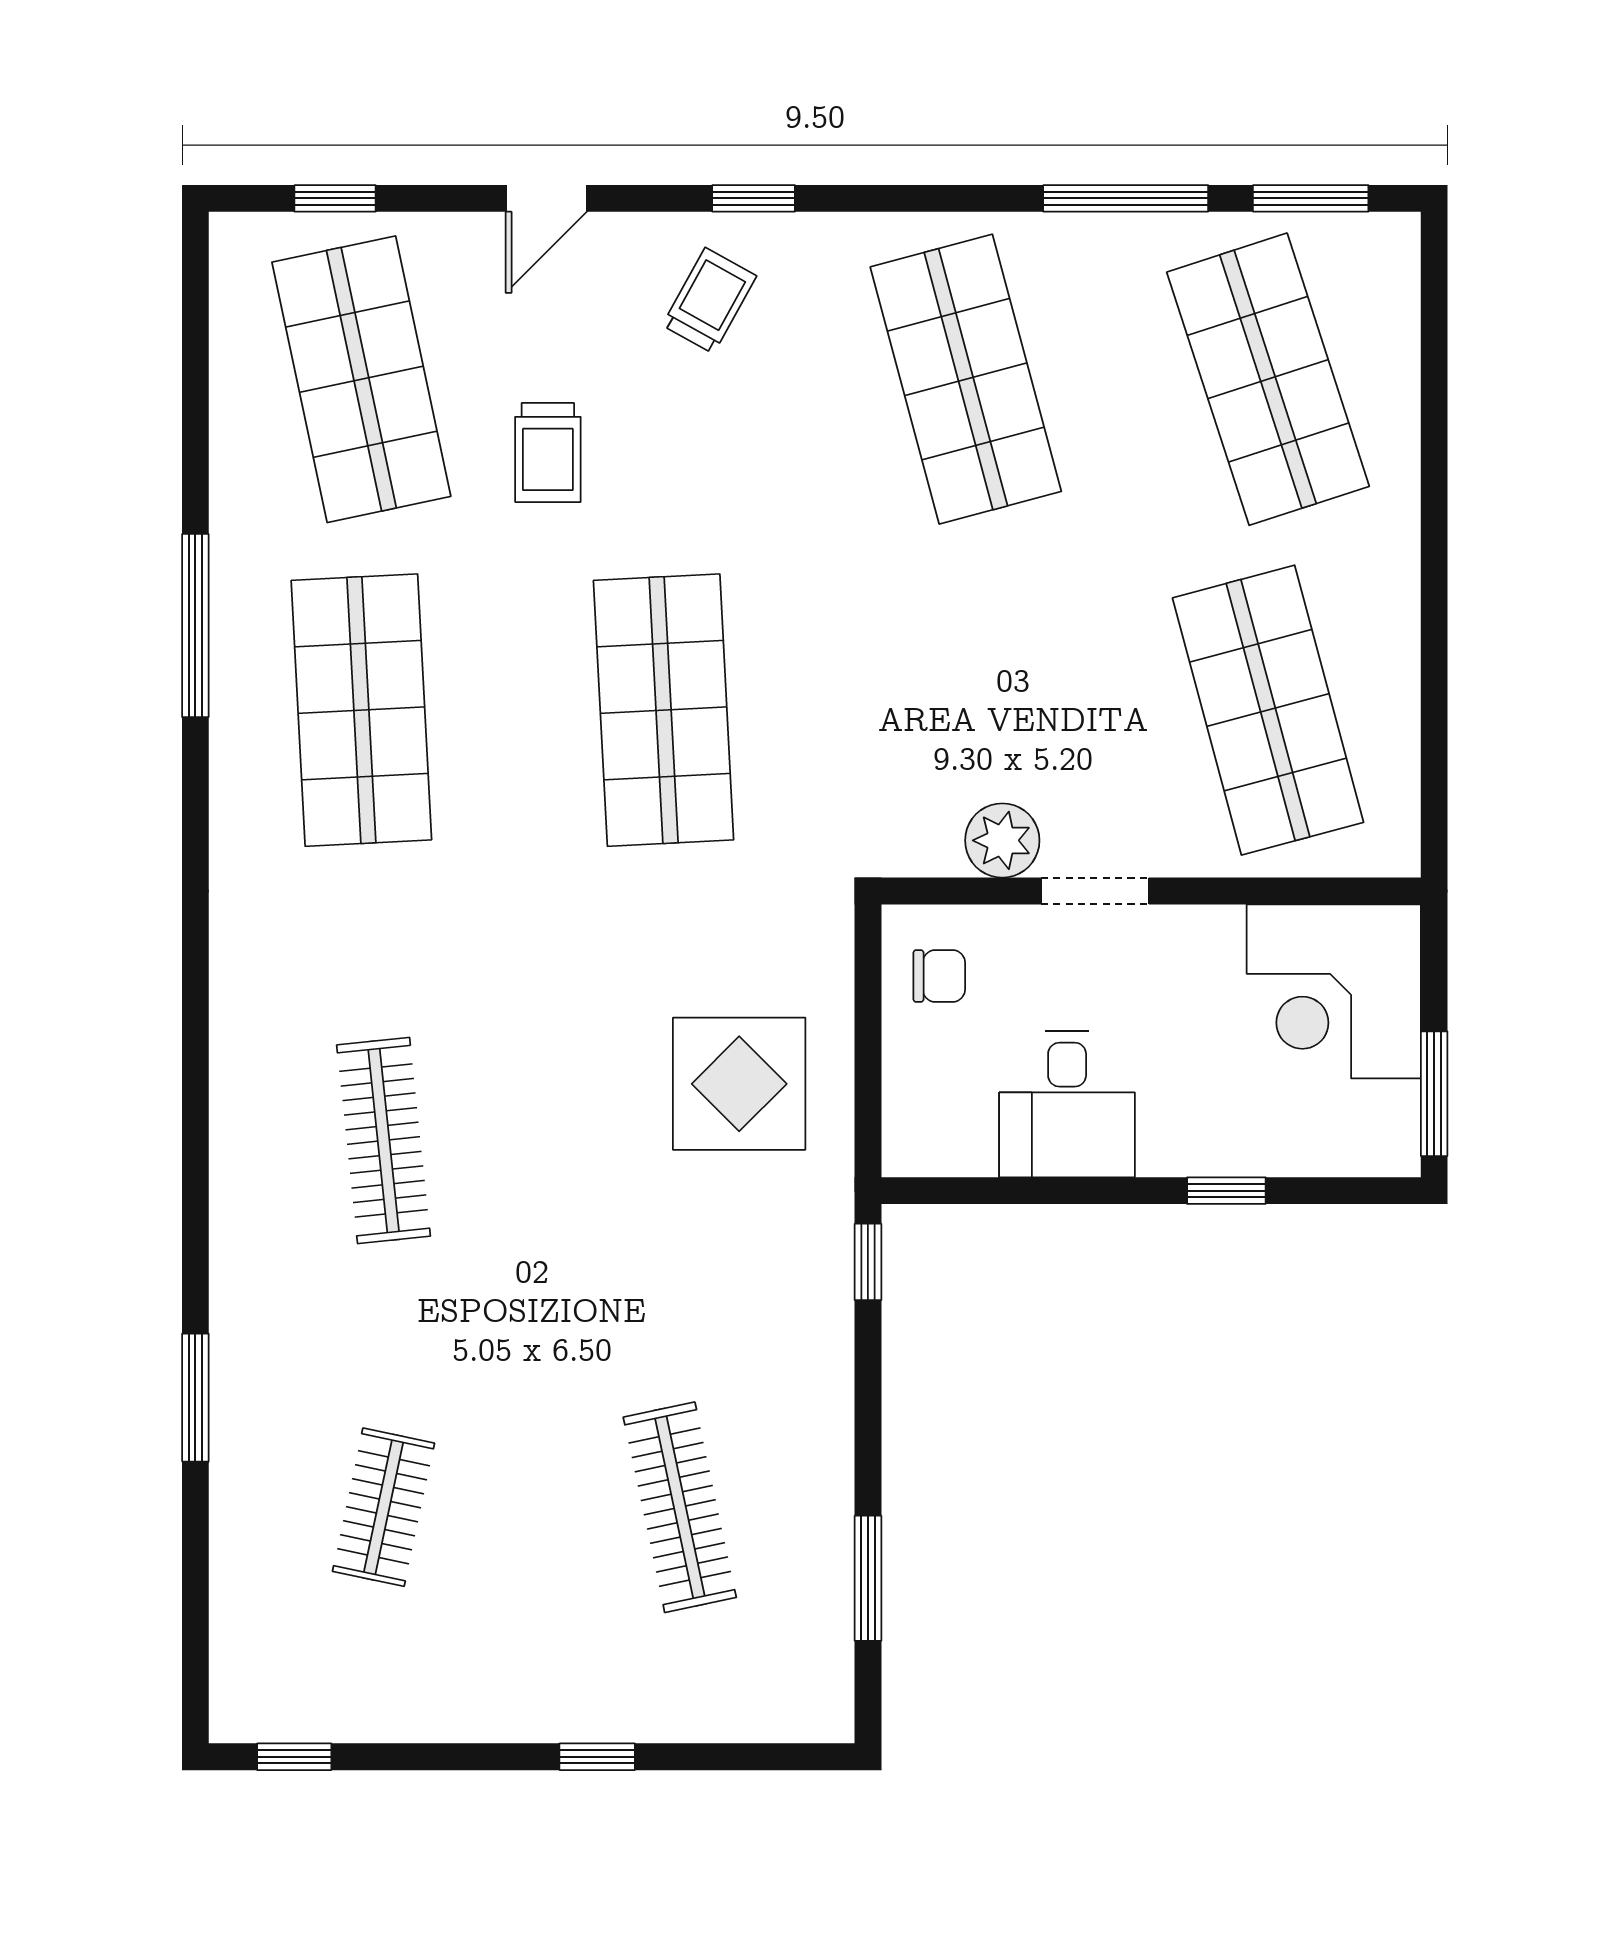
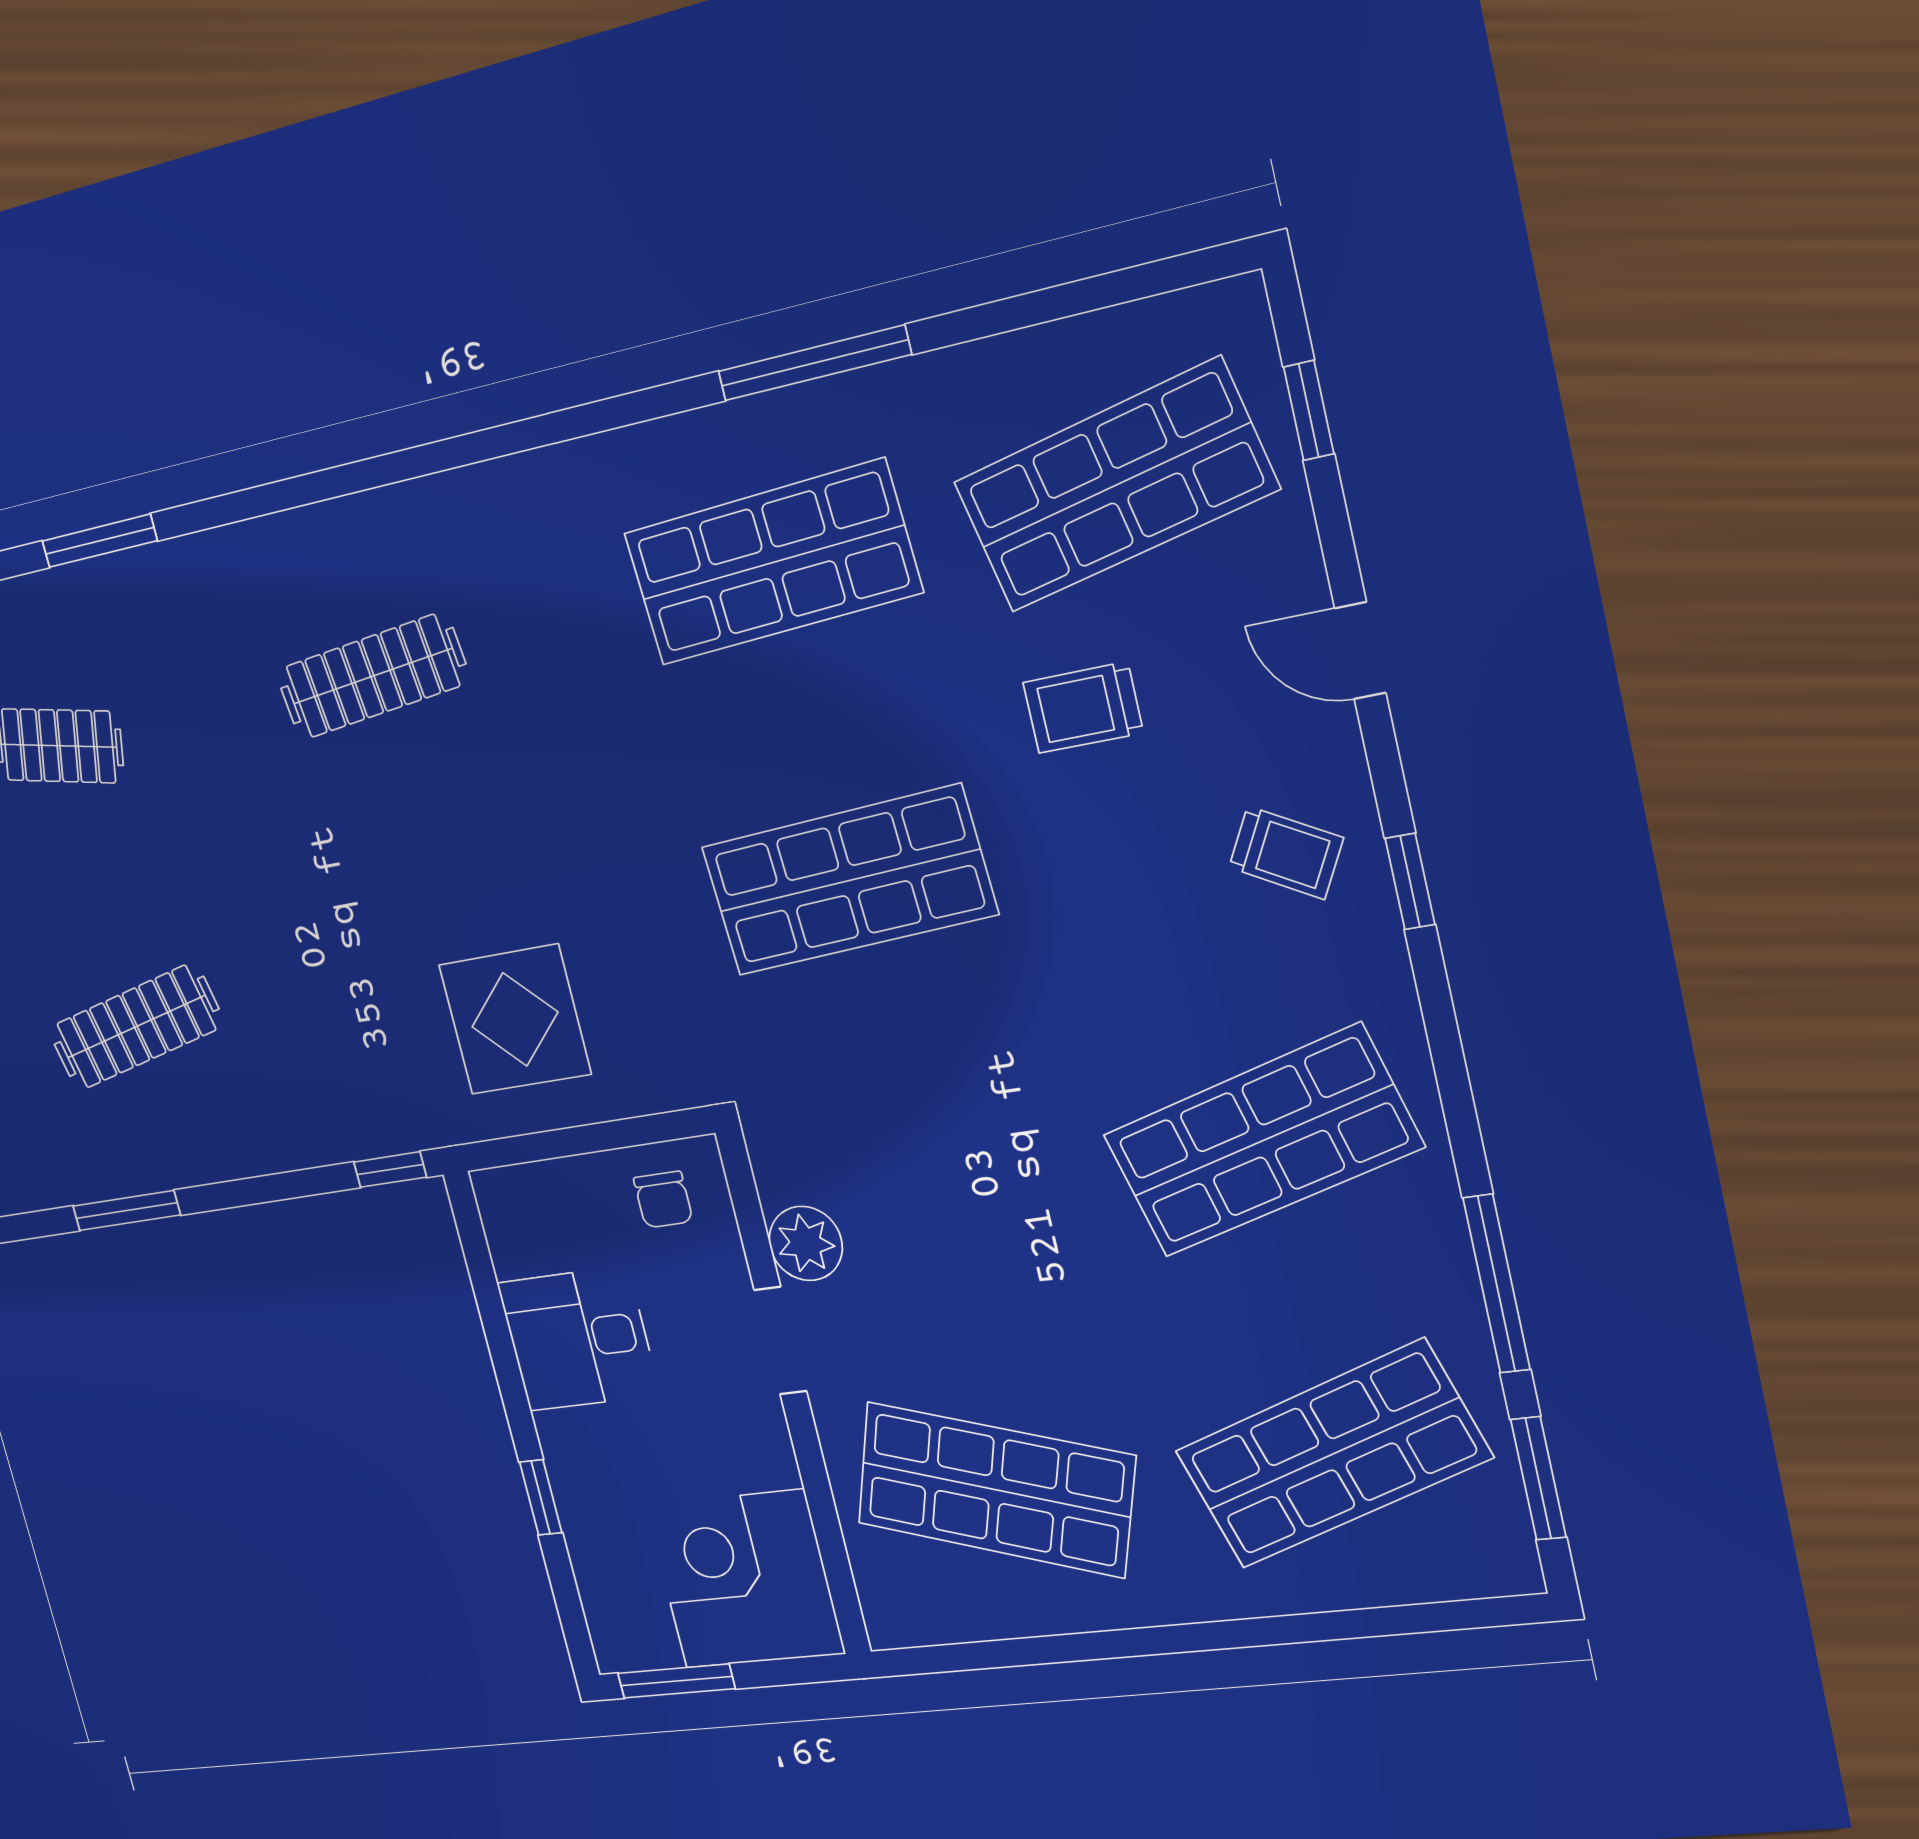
shop shelf: (1268, 710) -> (995, 1490), turned 33

